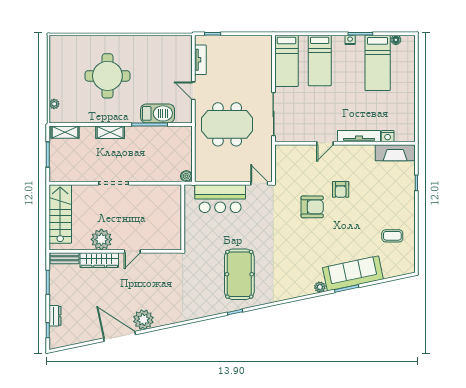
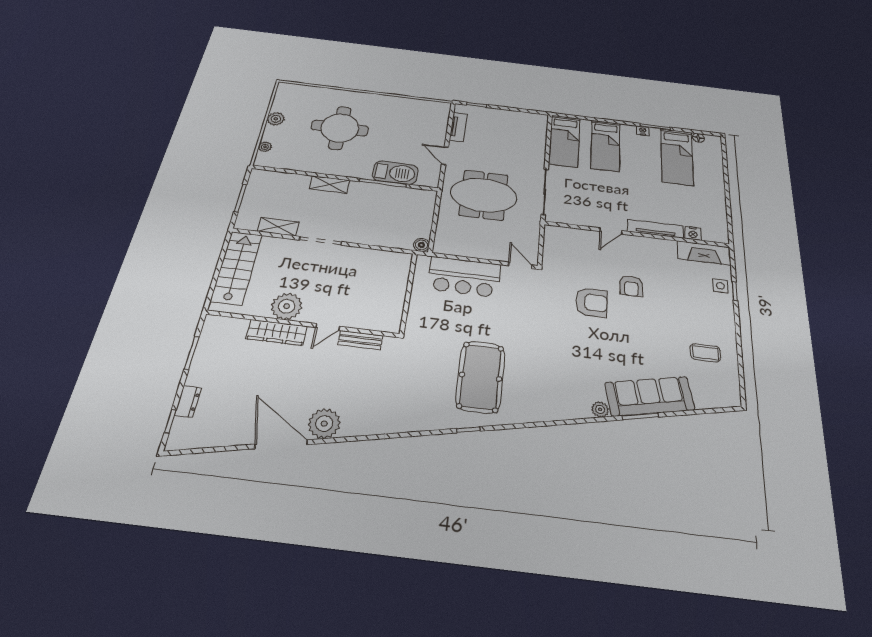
plant: (56, 75) -> (276, 119), added
shelving: (65, 132) -> (278, 227), moved
side table: (406, 180) -> (720, 286), added
bench: (65, 258) -> (360, 340), moved

